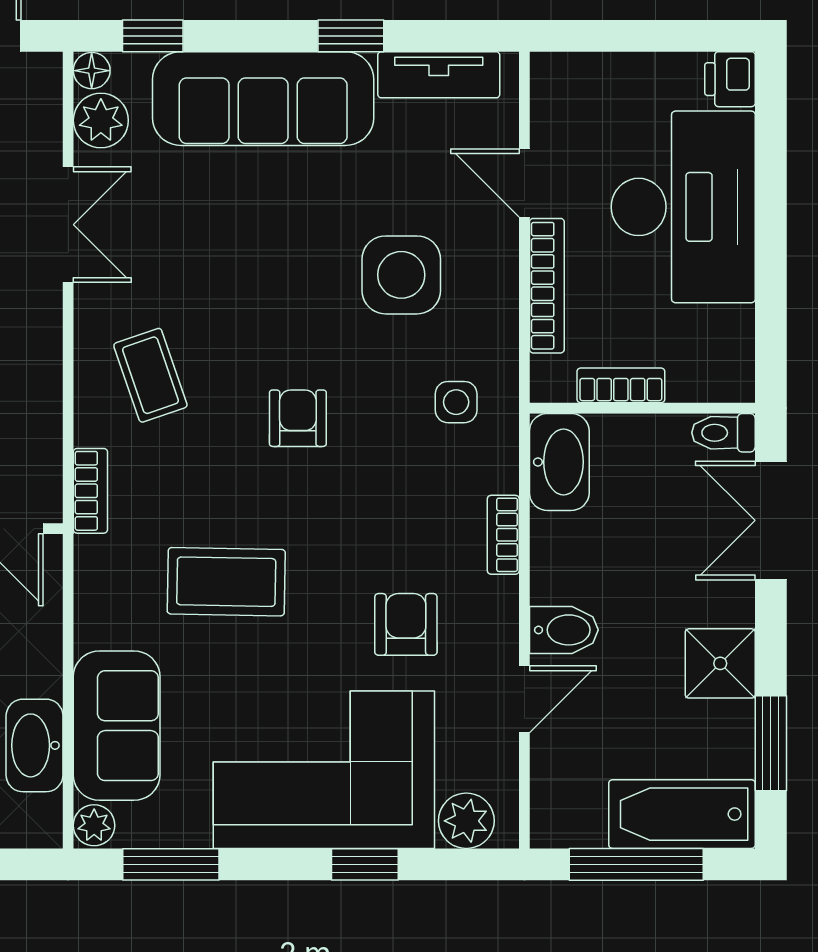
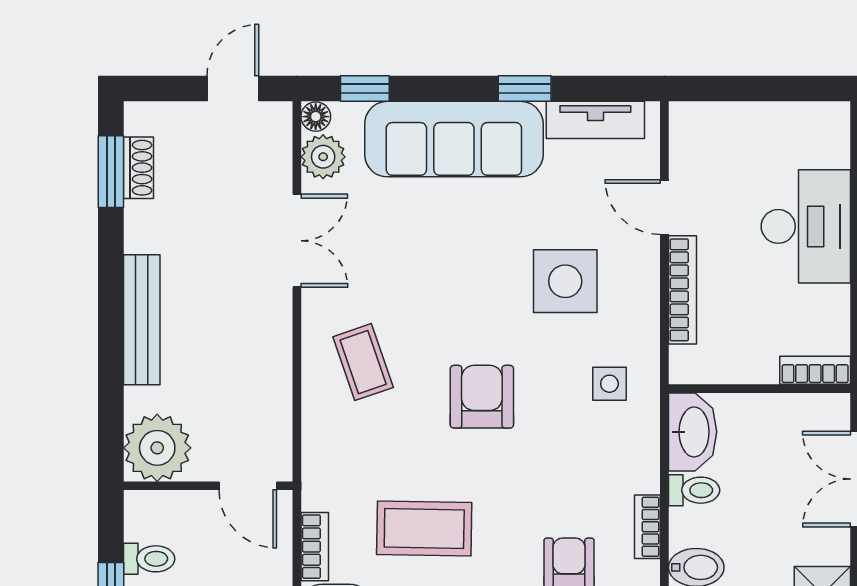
printer: (730, 79) -> (830, 123), removed
desk: (683, 207) -> (806, 226), width x0.73, depth x0.77
bookcase: (621, 385) -> (815, 370), moved
armchair: (298, 418) -> (482, 397), width x1.38, depth x1.38
toilet: (723, 433) -> (694, 490), moved, turned 180
bookcase: (90, 491) -> (315, 547), moved
bookcase: (503, 535) -> (647, 527), moved

